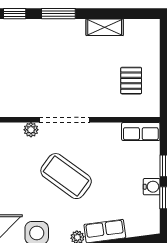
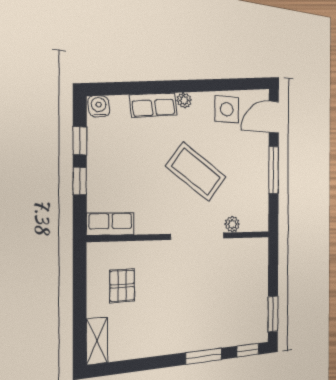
shelving: (105, 27) -> (97, 341), moved, turned 90
water cooler: (152, 187) -> (99, 106), moved, turned 82

